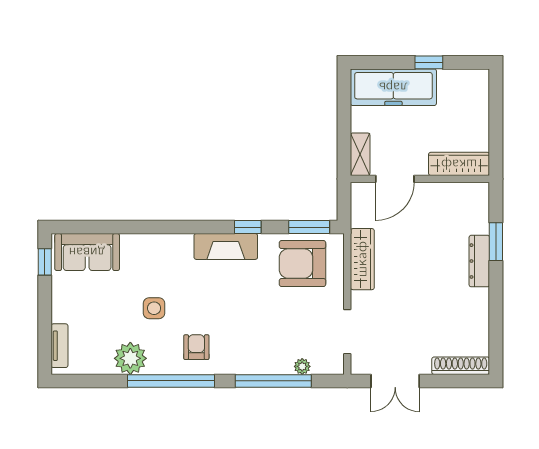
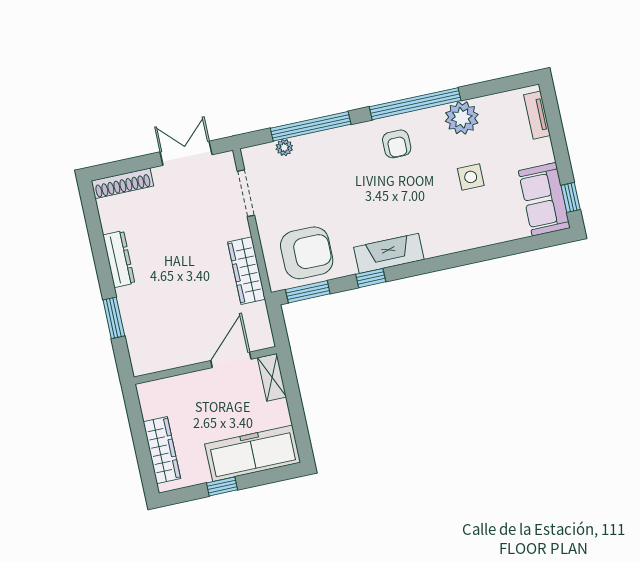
wardrobe: (459, 164) -> (162, 450), moved, turned -90
sofa: (87, 252) -> (544, 199), moved, turned -90
dresser: (479, 261) -> (119, 259), moved
side table: (154, 308) -> (471, 177), moved

